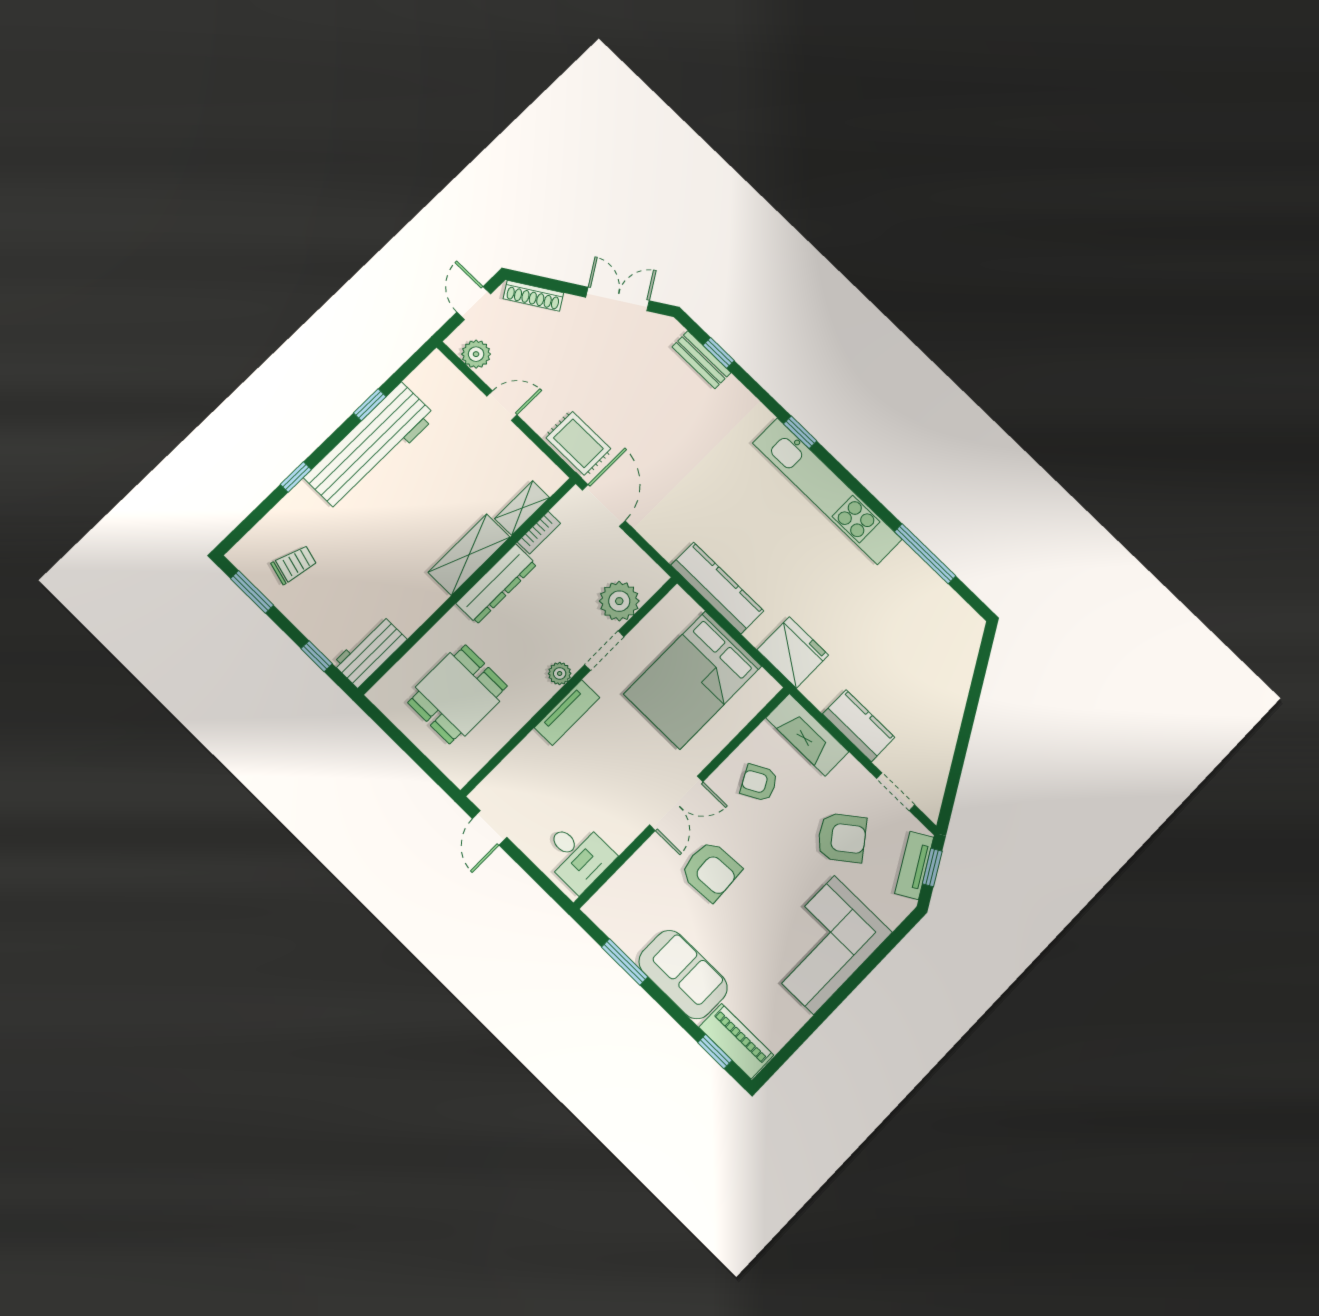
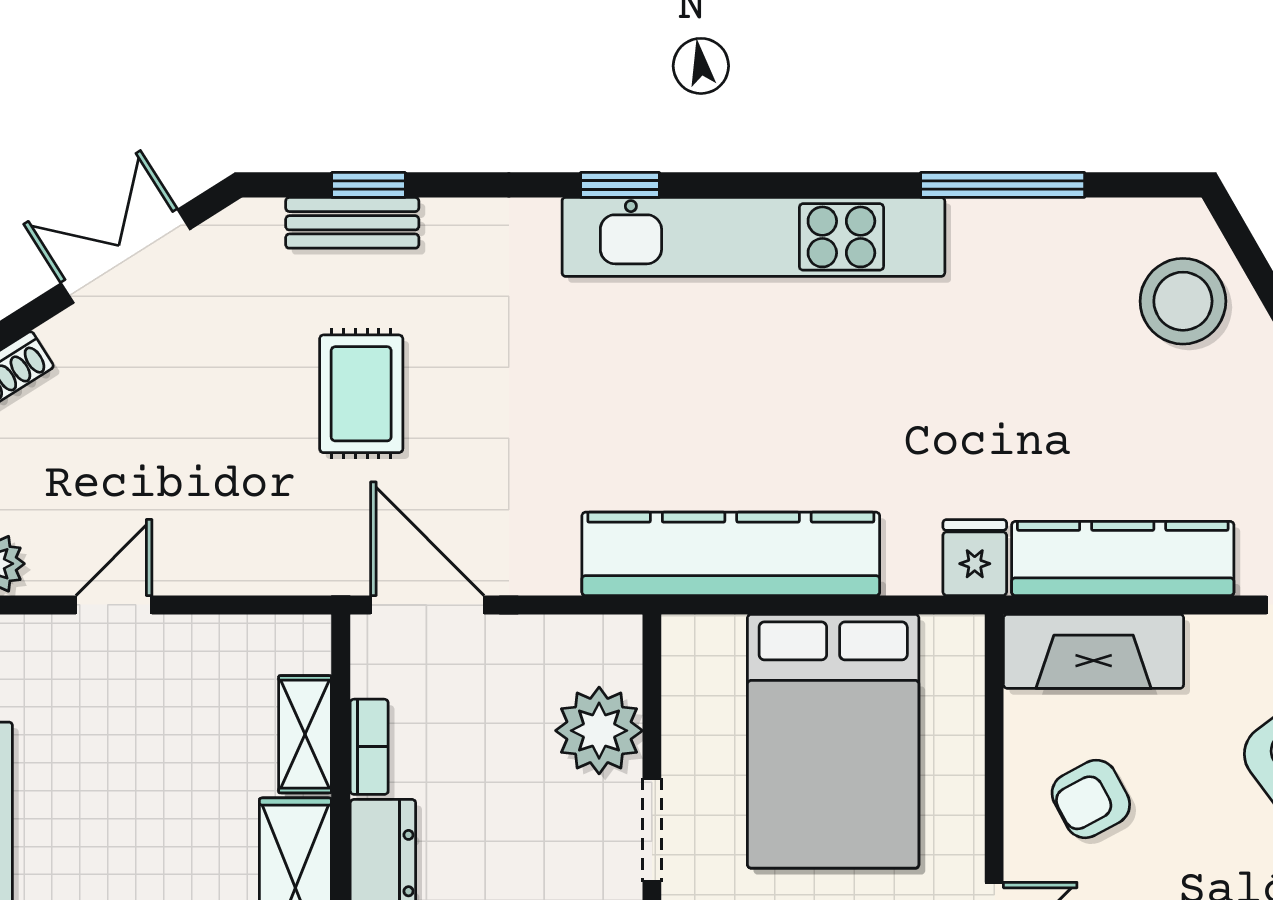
rug: (578, 443) -> (361, 394), moved, turned 90
kitchen counter: (717, 588) -> (731, 554), width x1.39, depth x1.17
stool: (948, 649) -> (1183, 301), added
fridge: (793, 652) -> (975, 558), width x0.53, depth x0.75
kitchen counter: (859, 726) -> (1123, 559), width x1.50

